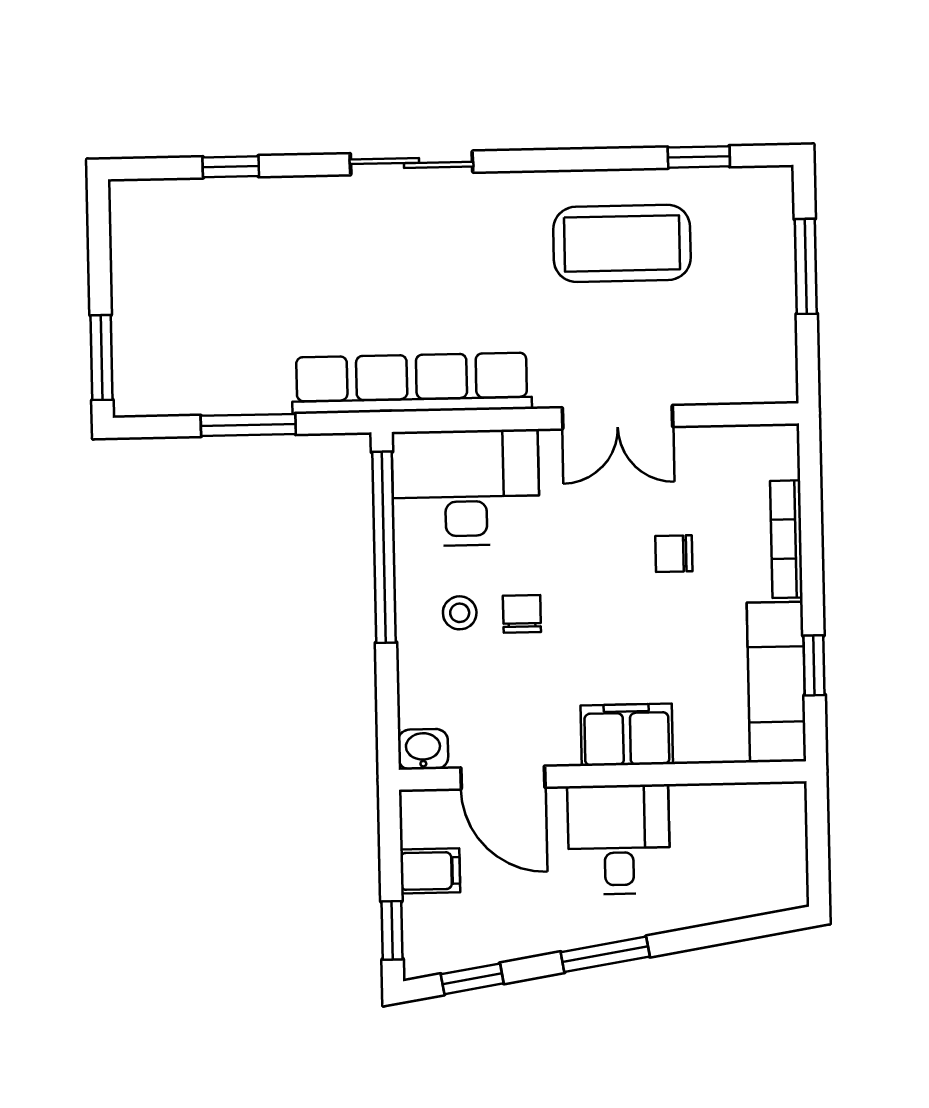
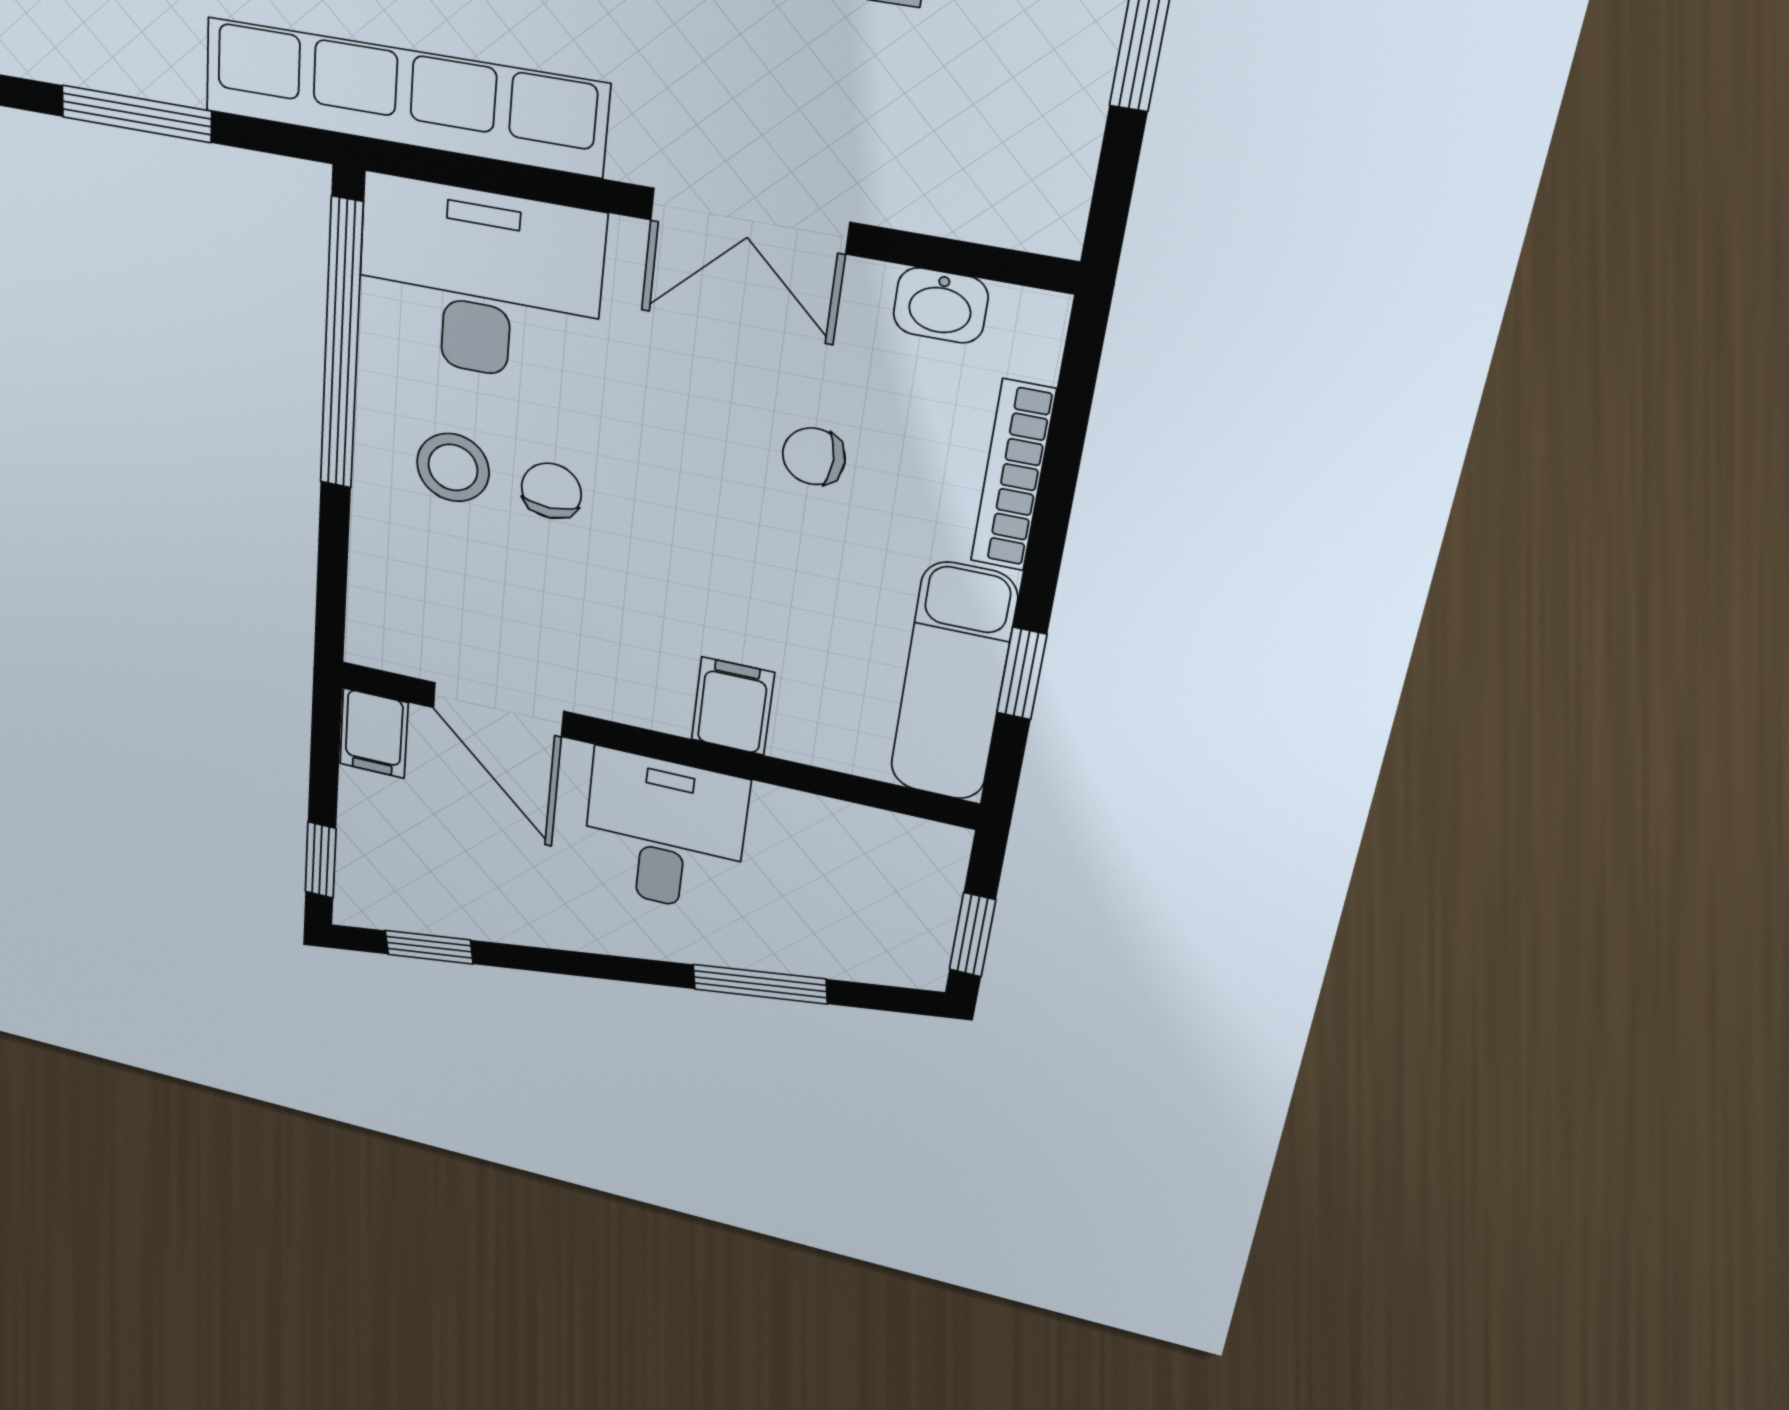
stool: (460, 613) -> (453, 468), width x1.37, depth x1.37
filing cabinet: (627, 735) -> (733, 706), width x0.50
washbasin: (423, 749) -> (941, 305), moved, turned 180
window: (818, 858) -> (972, 935), added
filing cabinet: (430, 871) -> (374, 733), moved, turned 90
window: (605, 954) -> (760, 984), moved

